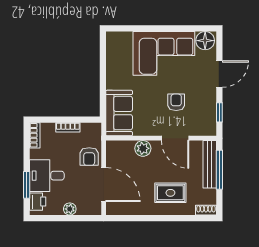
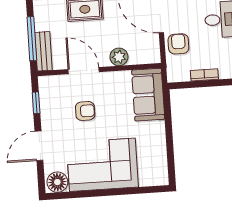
armchair: (176, 102) -> (85, 111), turned -90
bench: (210, 164) -> (43, 51), width x0.73

